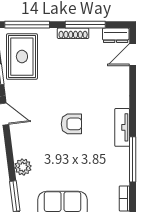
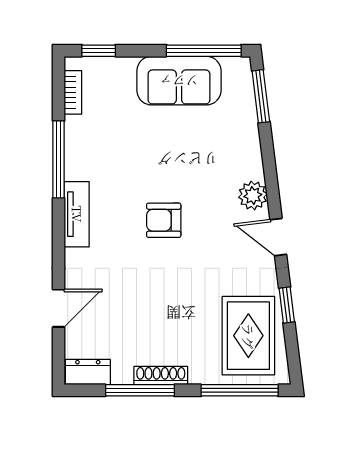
door: (133, 55) -> (59, 308), moved
plant: (23, 167) -> (253, 195), moved

